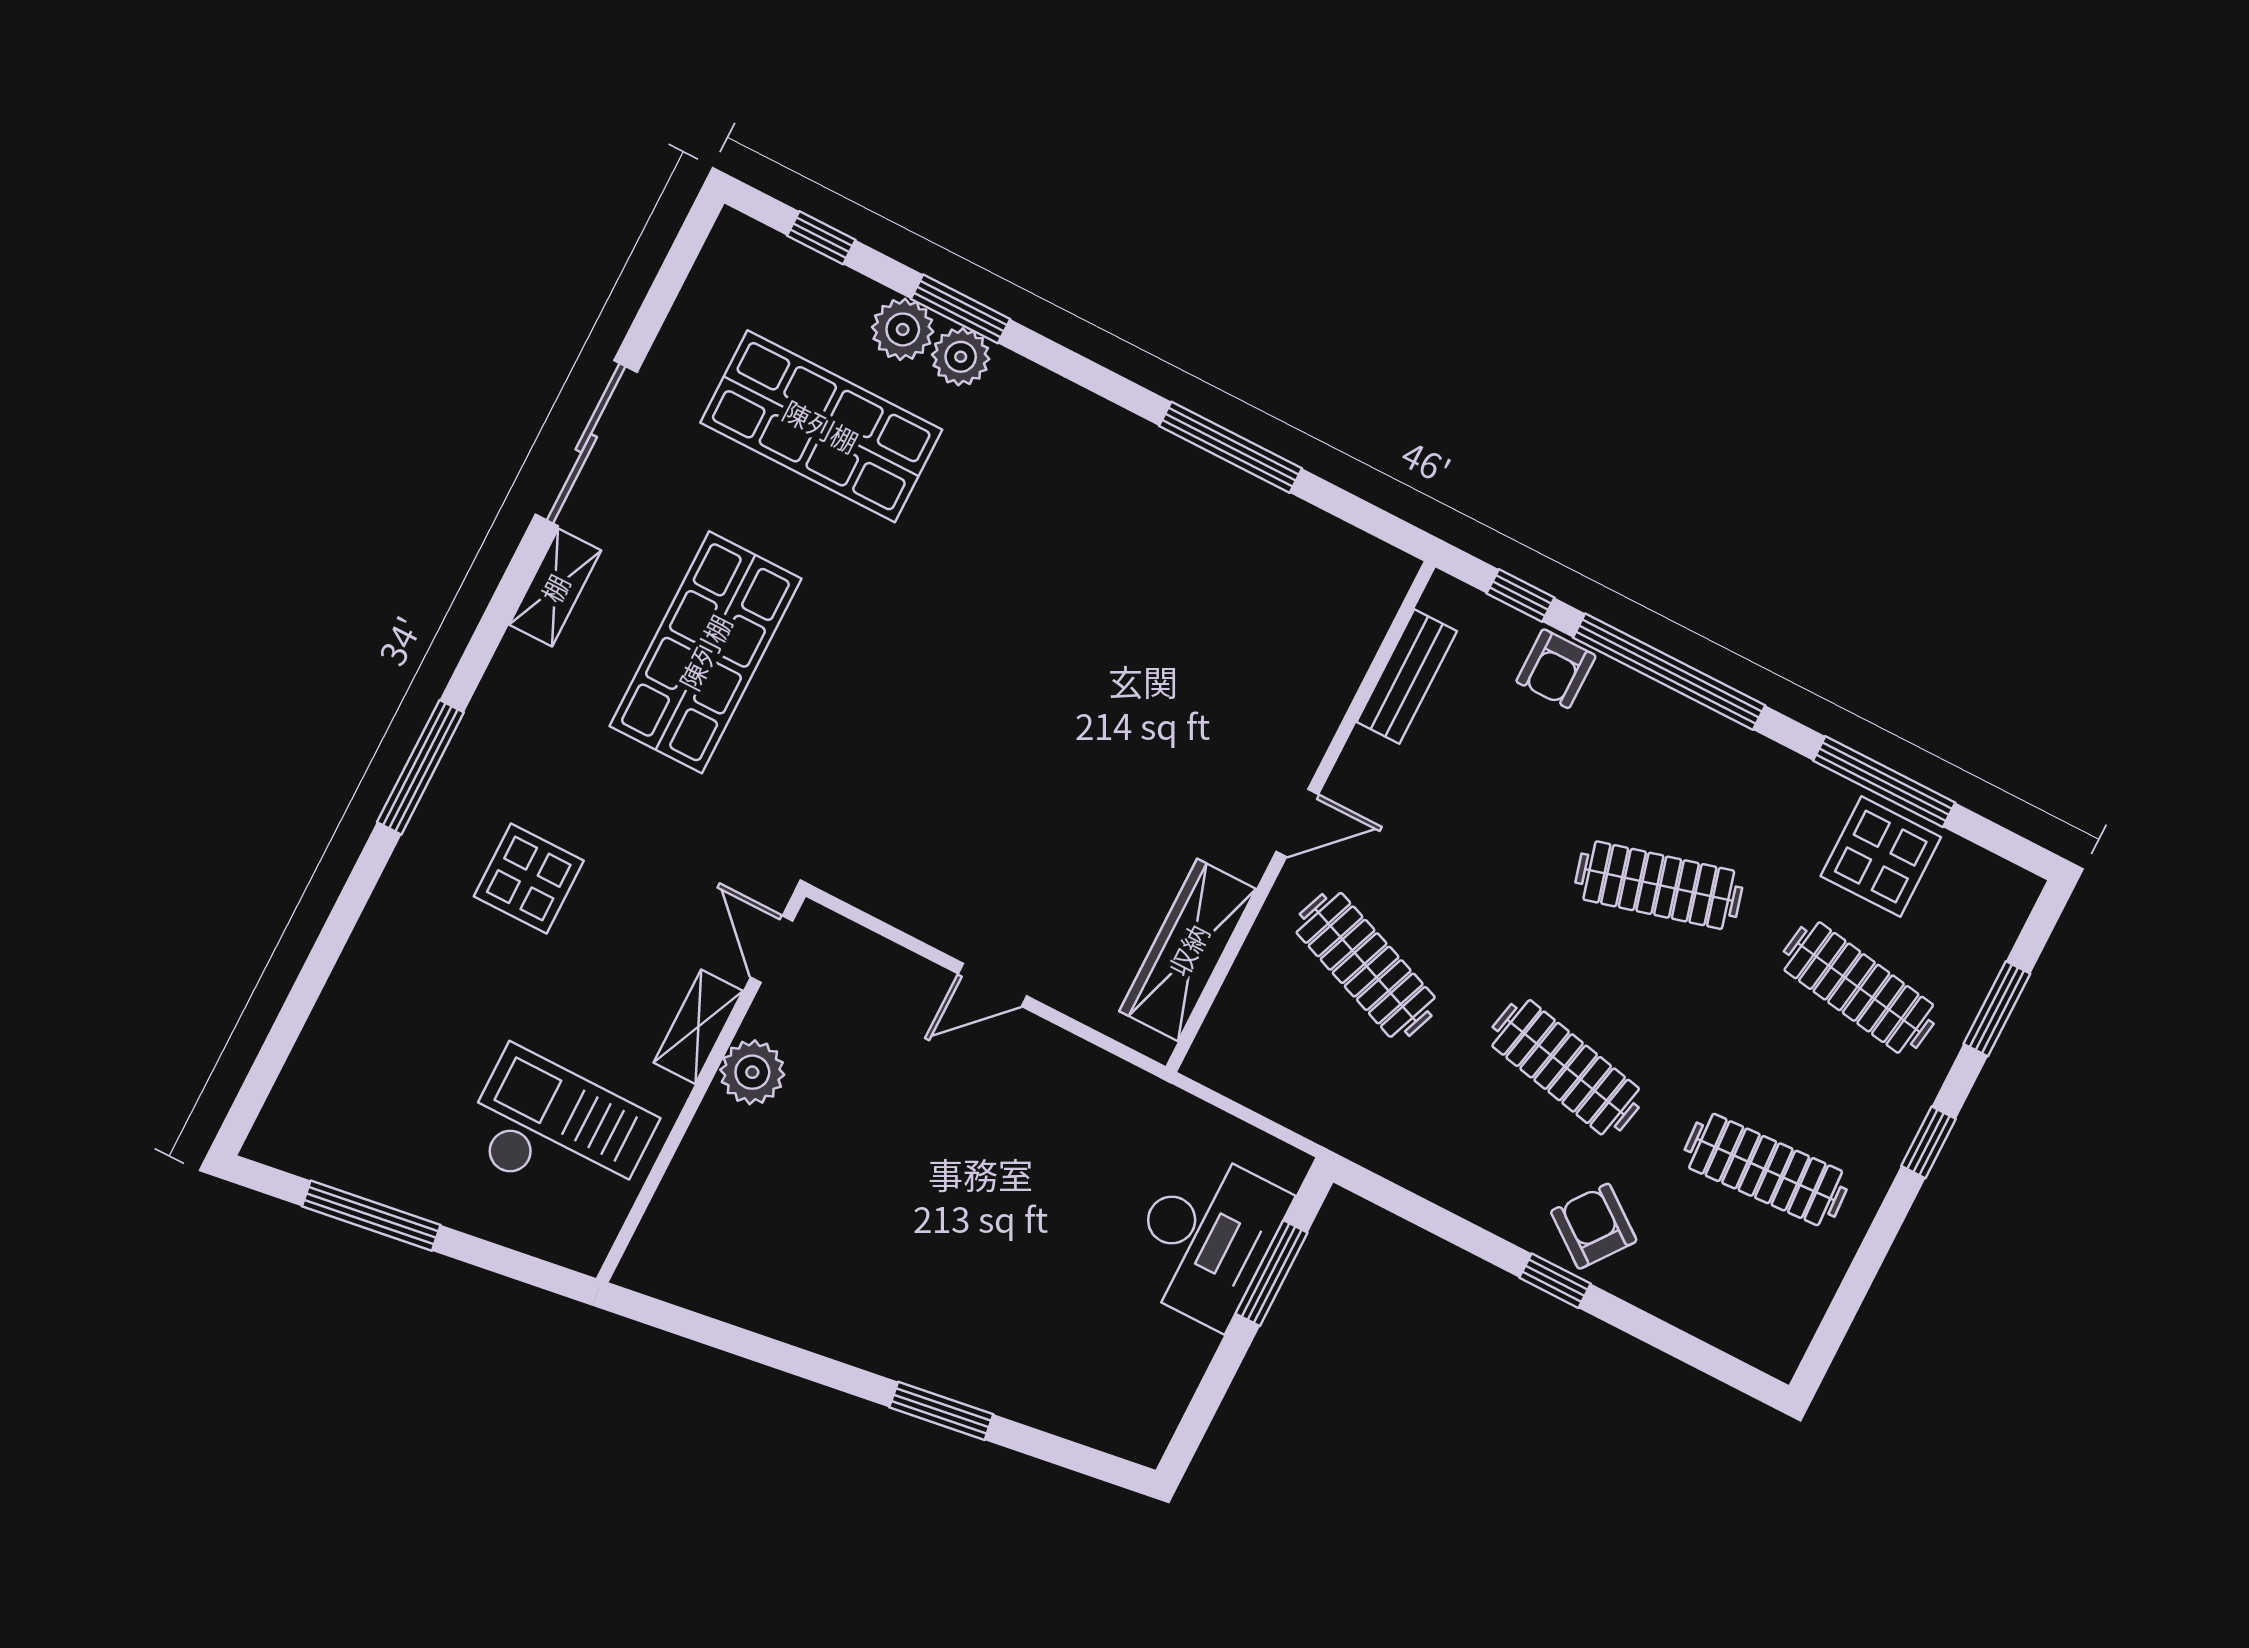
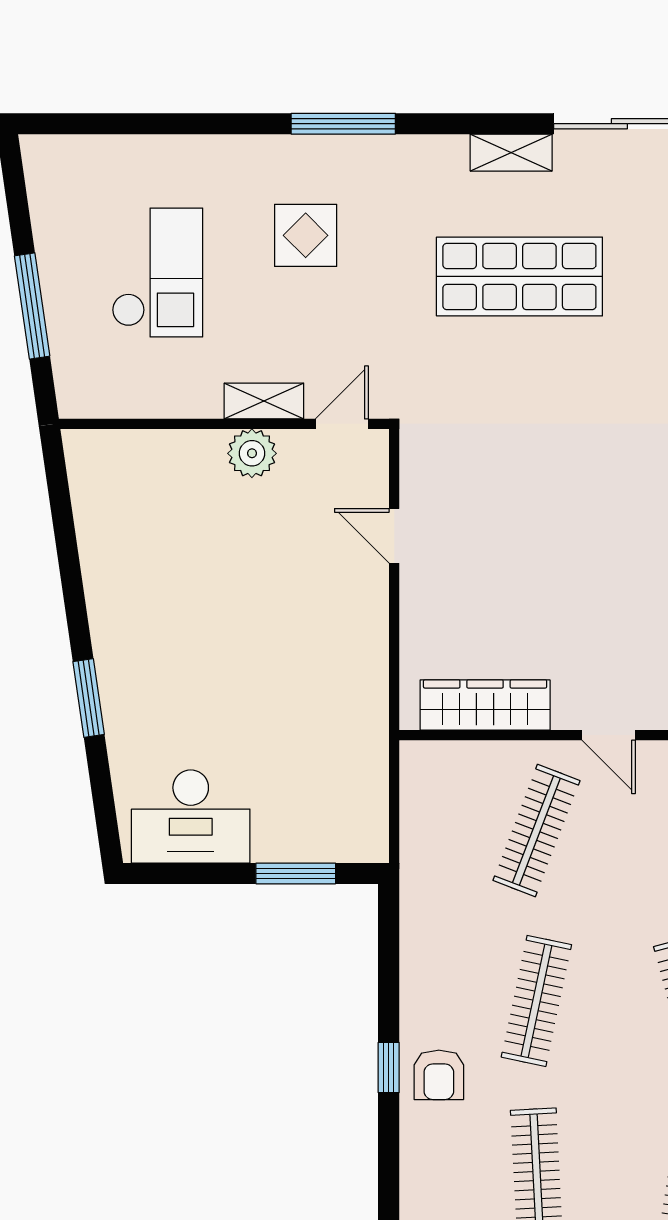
door: (992, 985) -> (394, 536), moved
checkout: (558, 1132) -> (157, 272), moved
window: (371, 1216) -> (32, 306), moved
armchair: (1594, 1226) -> (439, 1075), turned 143
desk: (1206, 1237) -> (191, 816), moved

